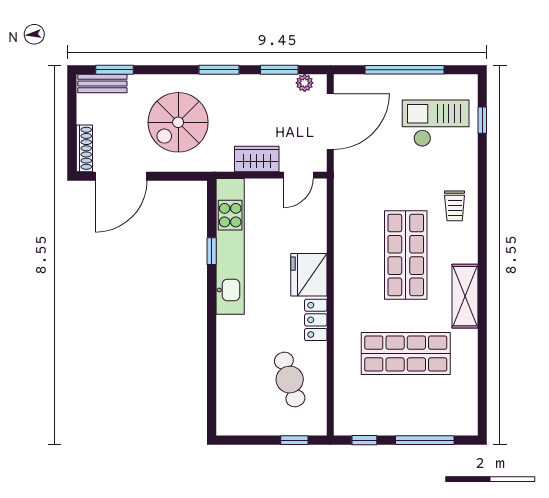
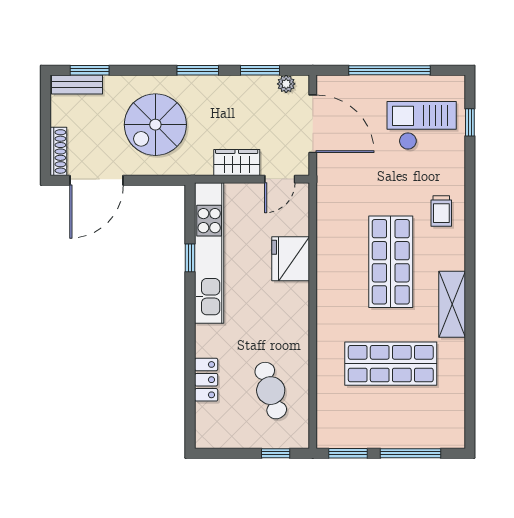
door: (330, 121) -> (313, 124), hinge flipped
fridge: (309, 275) -> (291, 259), moved
locker: (316, 320) -> (206, 380), moved, turned 180
window: (364, 440) -> (348, 453), width x1.50

